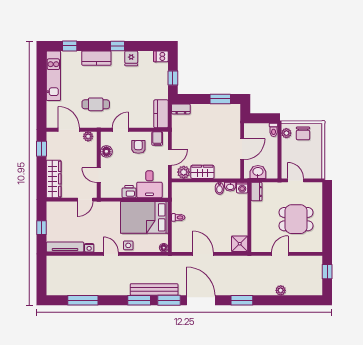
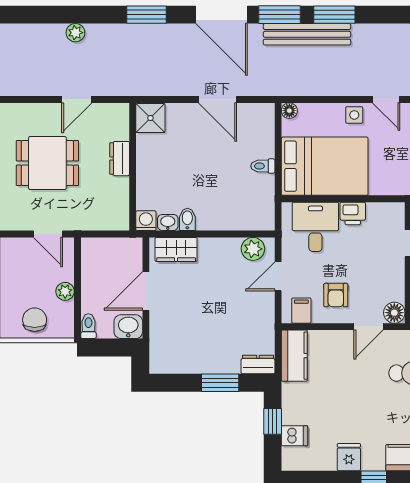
dishwasher: (161, 56) -> (295, 436), moved
window: (220, 99) -> (220, 383), moved
plant: (286, 133) -> (65, 291), moved
floor lamp: (106, 151) -> (394, 313), moved
wardrobe: (202, 172) -> (176, 249), moved
washbasin: (258, 172) -> (128, 327), moved, turned 180
dresser: (257, 192) -> (120, 159), moved

